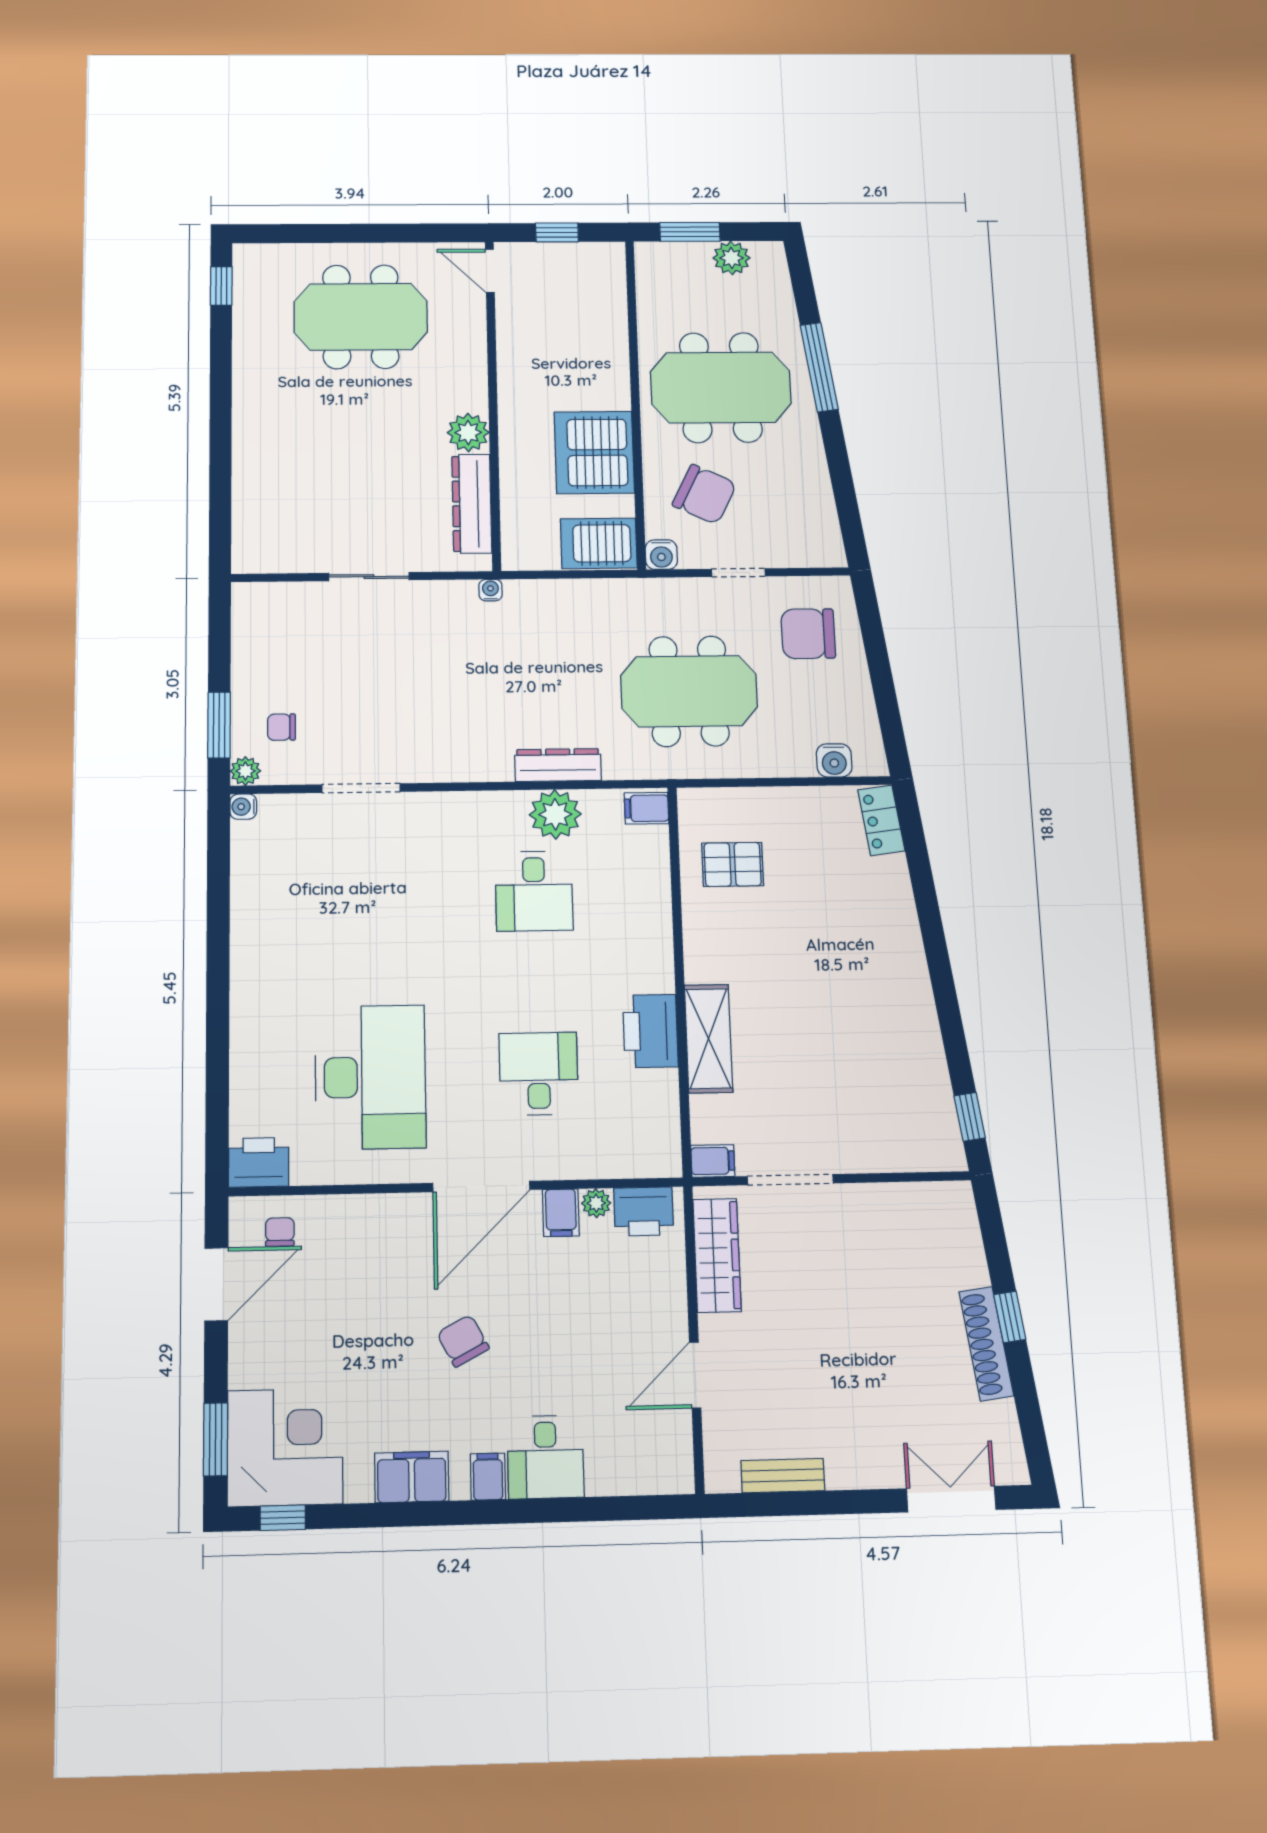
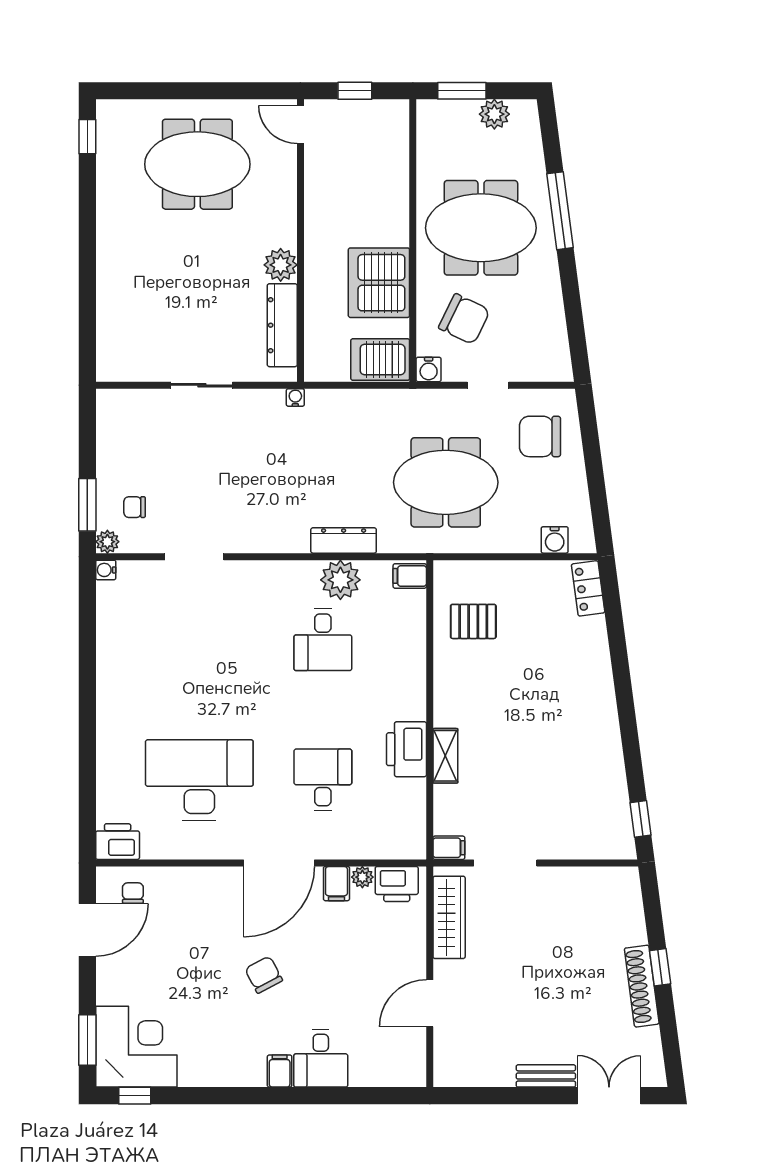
shelving: (708, 1039) -> (445, 756), width x0.67, depth x0.75
desk: (371, 1077) -> (199, 780), turned -90
bench: (783, 1476) -> (546, 1076), moved
filing cabinet: (412, 1477) -> (226, 1070), removed

